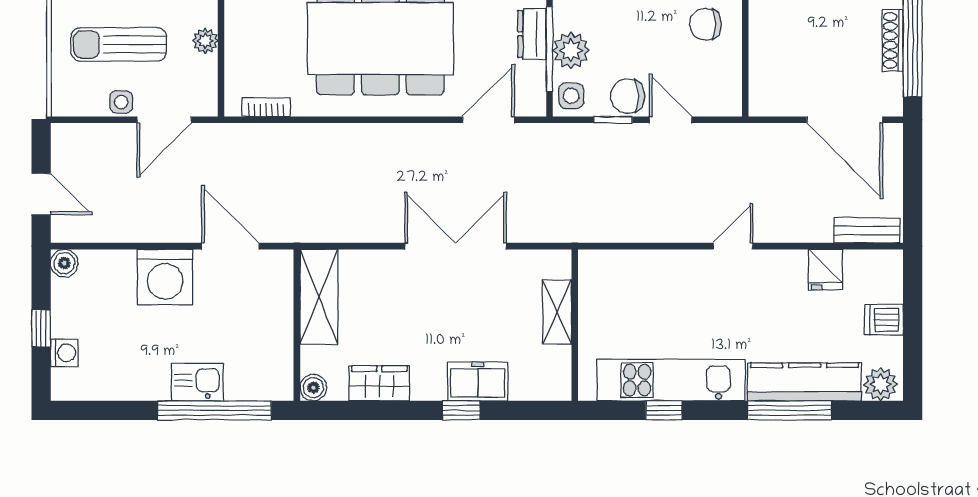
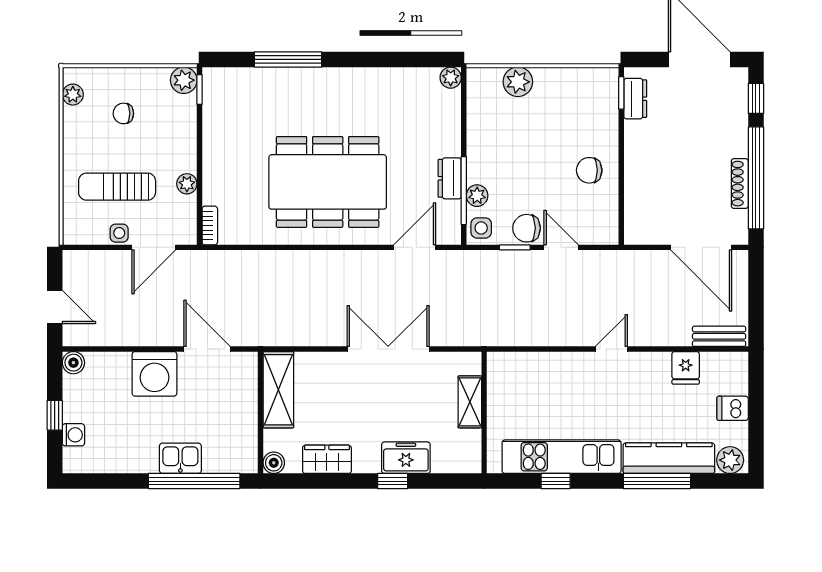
plant: (571, 50) -> (477, 196), width x0.73, depth x0.73
bookcase: (266, 107) -> (210, 226), moved, turned 90

